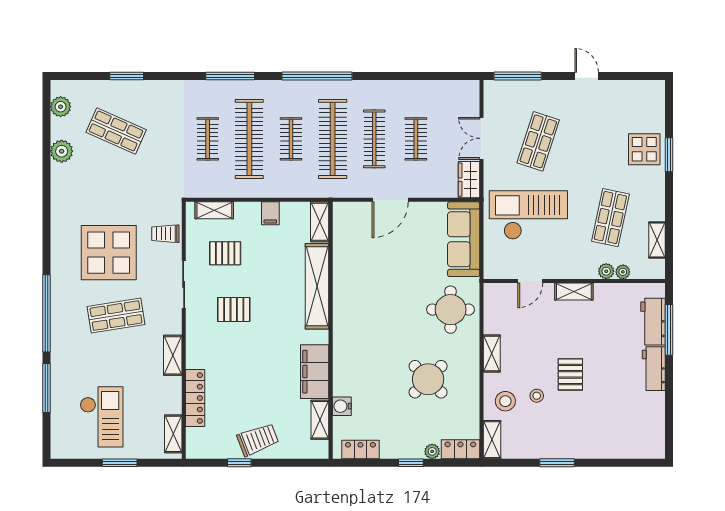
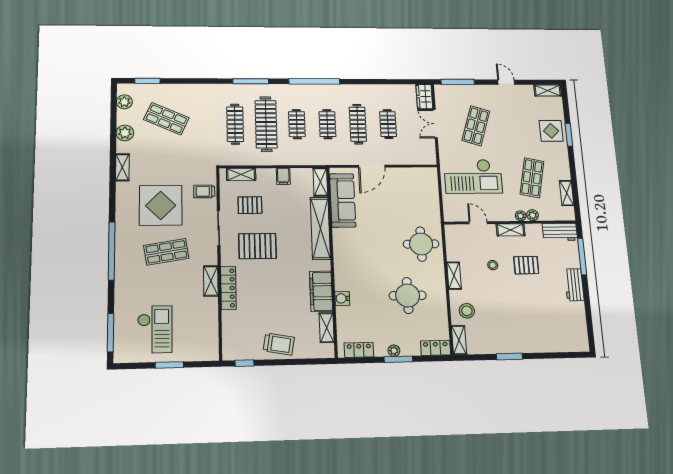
window: (127, 76) -> (148, 81), moved
shelving: (645, 88) -> (548, 90), added
clothes rail: (208, 139) -> (235, 124), width x1.36
clothes rail: (333, 139) -> (327, 124), width x0.54, depth x0.76
wardrobe: (469, 180) -> (424, 97), moved
checkout: (528, 215) -> (473, 176), turned 180
sofa: (464, 239) -> (343, 200), moved, turned 180
plant: (623, 272) -> (521, 216), moved
door: (530, 281) -> (478, 223), swing flipped
pallet: (234, 309) -> (257, 246), width x1.50, depth x1.42
workbench: (653, 322) -> (560, 232), moved, turned -90
pallet: (570, 374) -> (526, 265), moved, turned 90
round table: (428, 379) -> (408, 296), turned 45
window: (46, 388) -> (110, 333), moved
stool: (537, 396) -> (493, 265), moved
locker: (195, 398) -> (228, 288), moved
water cooler: (342, 406) -> (342, 298), moved
shelving: (173, 434) -> (122, 167), moved
trolley: (258, 440) -> (279, 344), turned 31
plant: (432, 451) -> (394, 351), moved
window: (239, 463) -> (245, 363), moved
window: (411, 463) -> (398, 359), width x1.50

